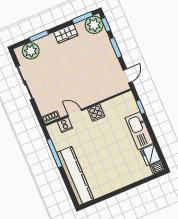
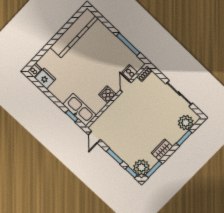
door: (75, 113) -> (126, 86), swing flipped
kitchen sink: (139, 131) -> (79, 110), moved
kitchen counter: (75, 176) -> (74, 33), moved, turned -90

